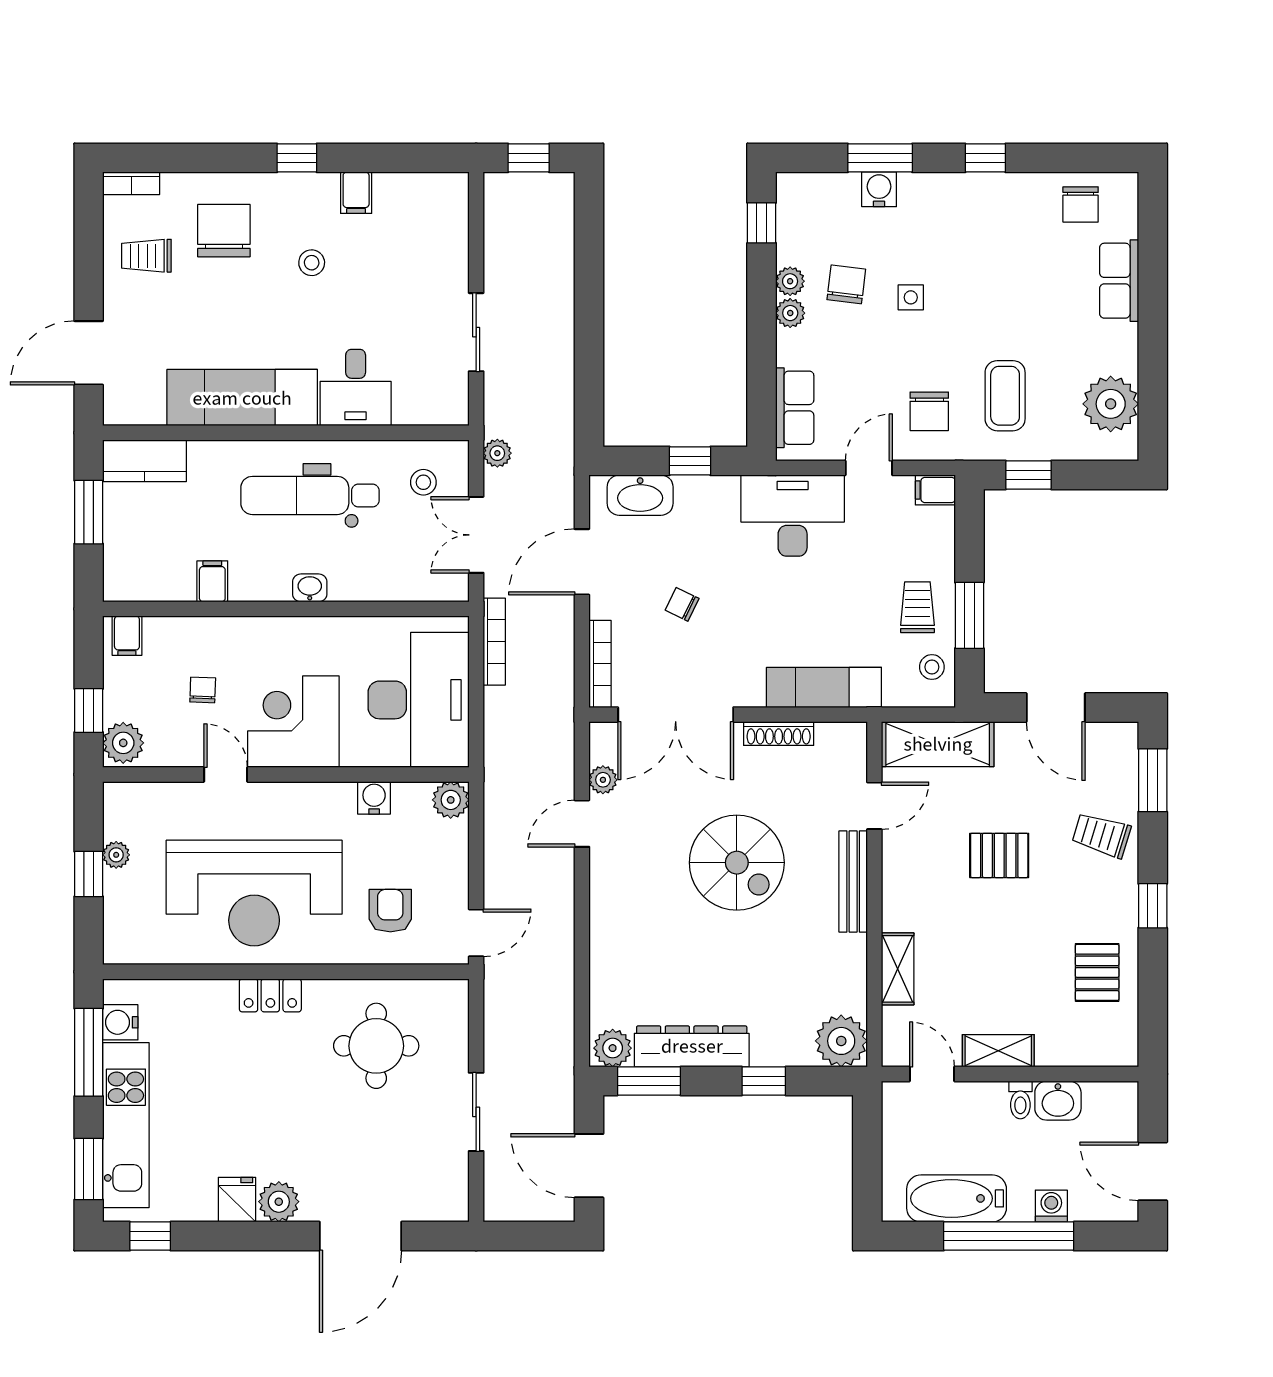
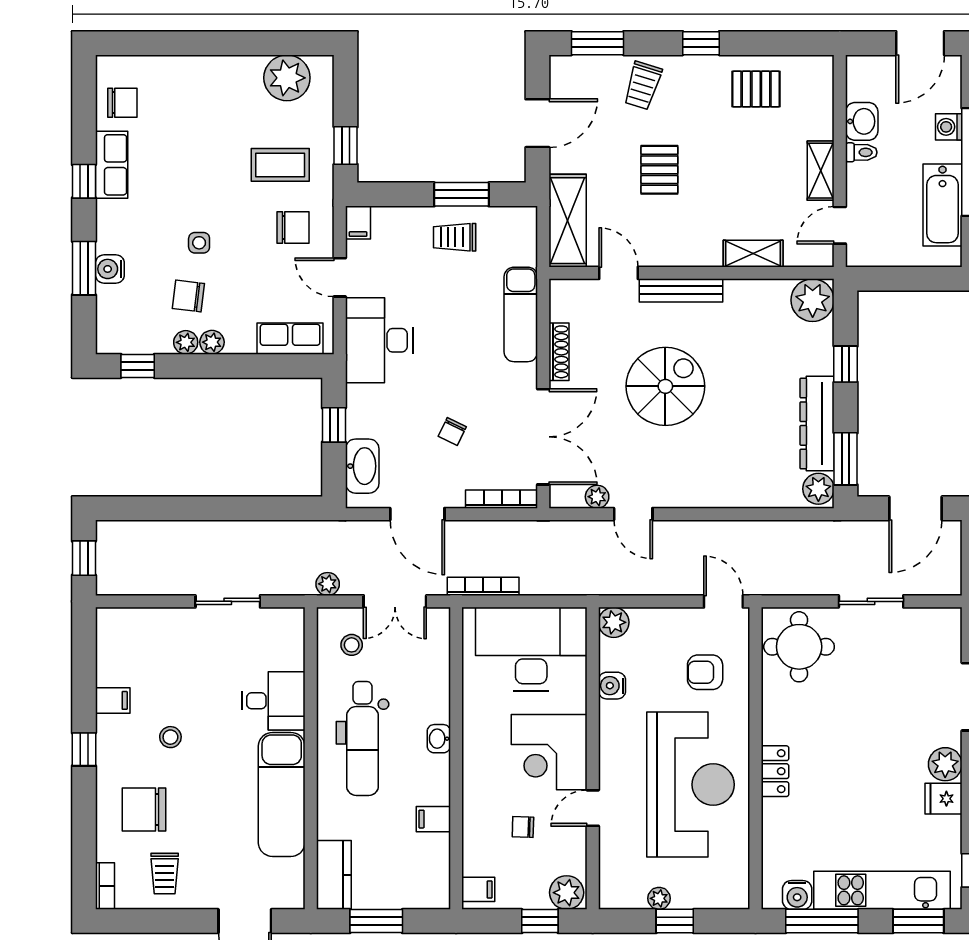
row of seats: (1119, 281) -> (112, 165), moved, turned -90
stool: (932, 667) -> (504, 225), removed
round table: (376, 1046) -> (799, 647), moved

